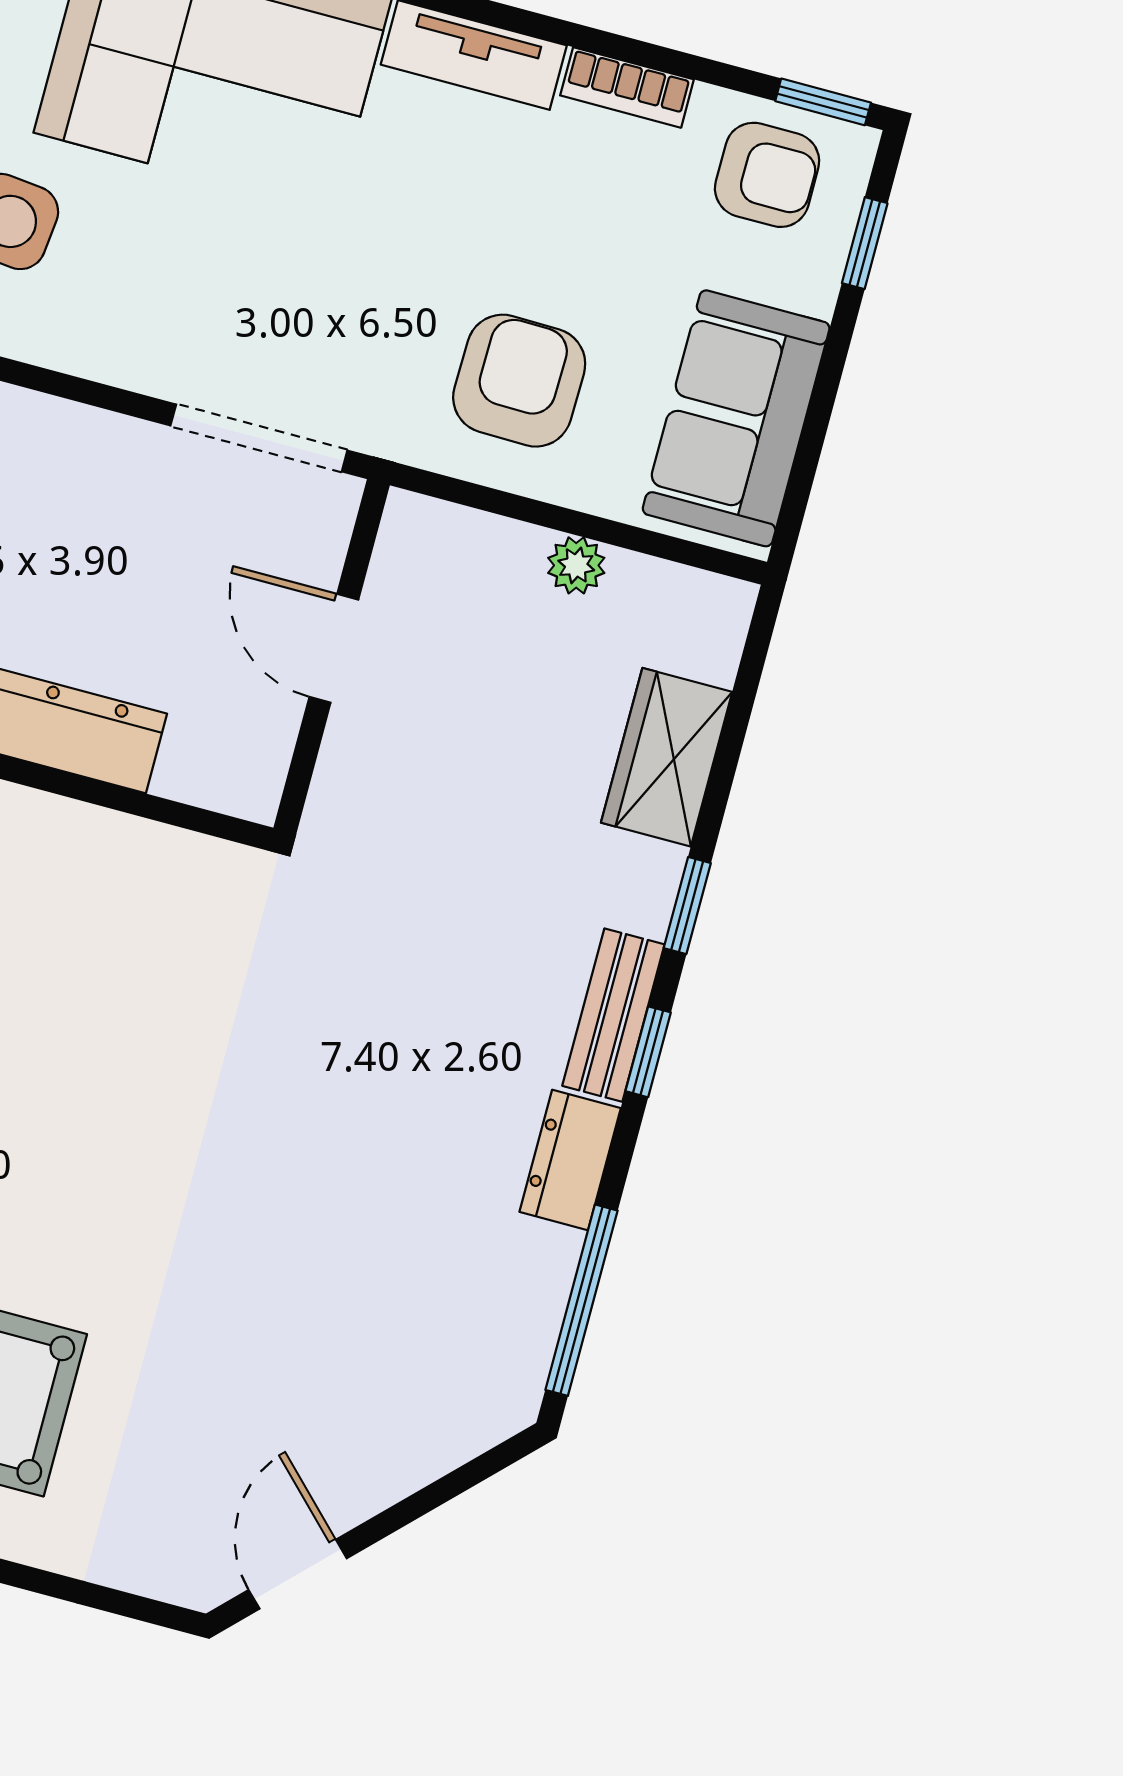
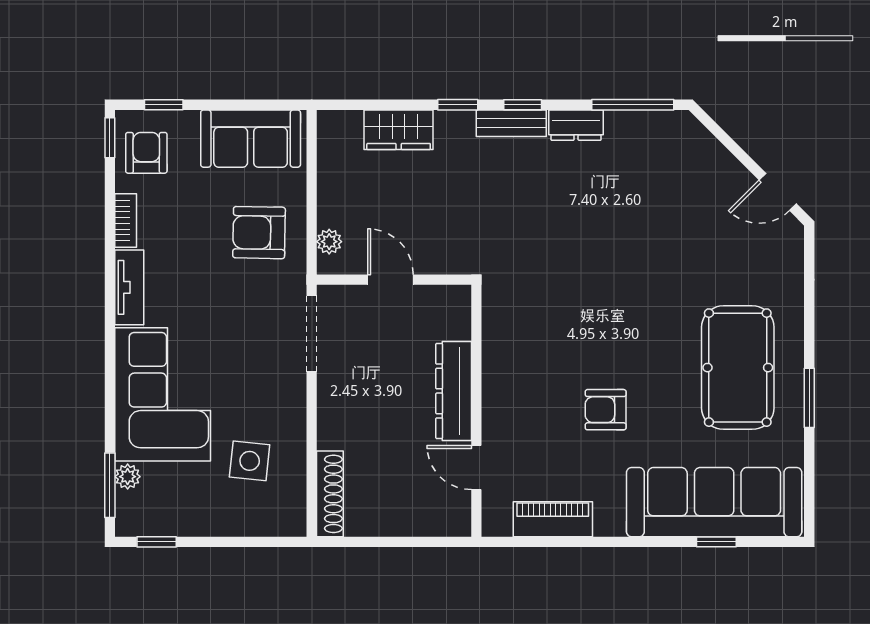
plant: (576, 565) -> (329, 242), moved
door: (334, 648) -> (390, 280), swing flipped

